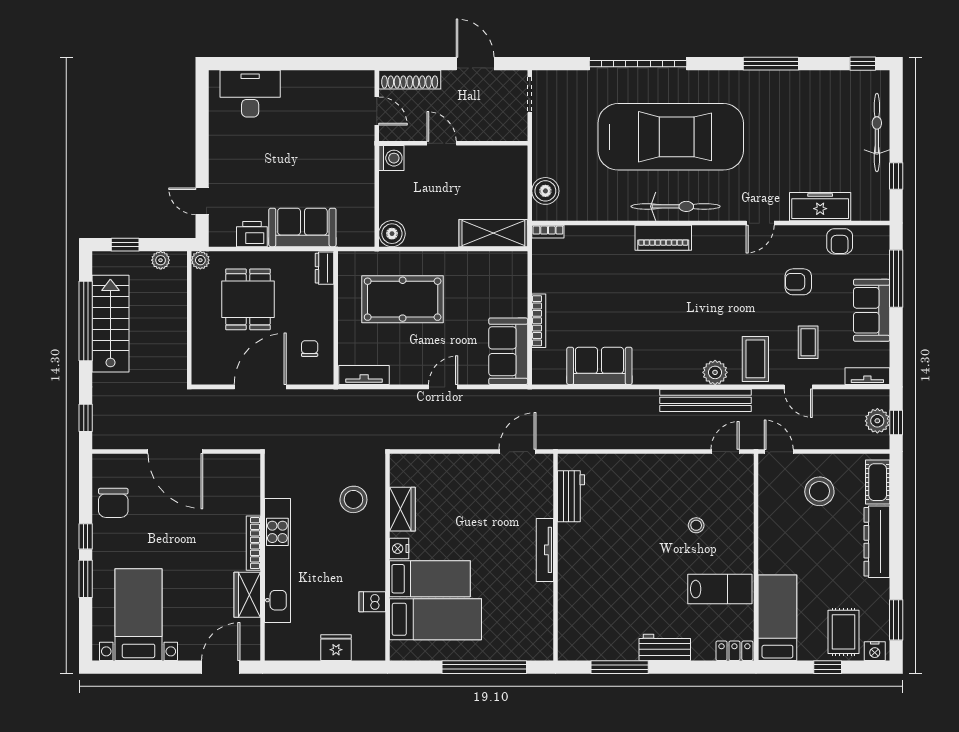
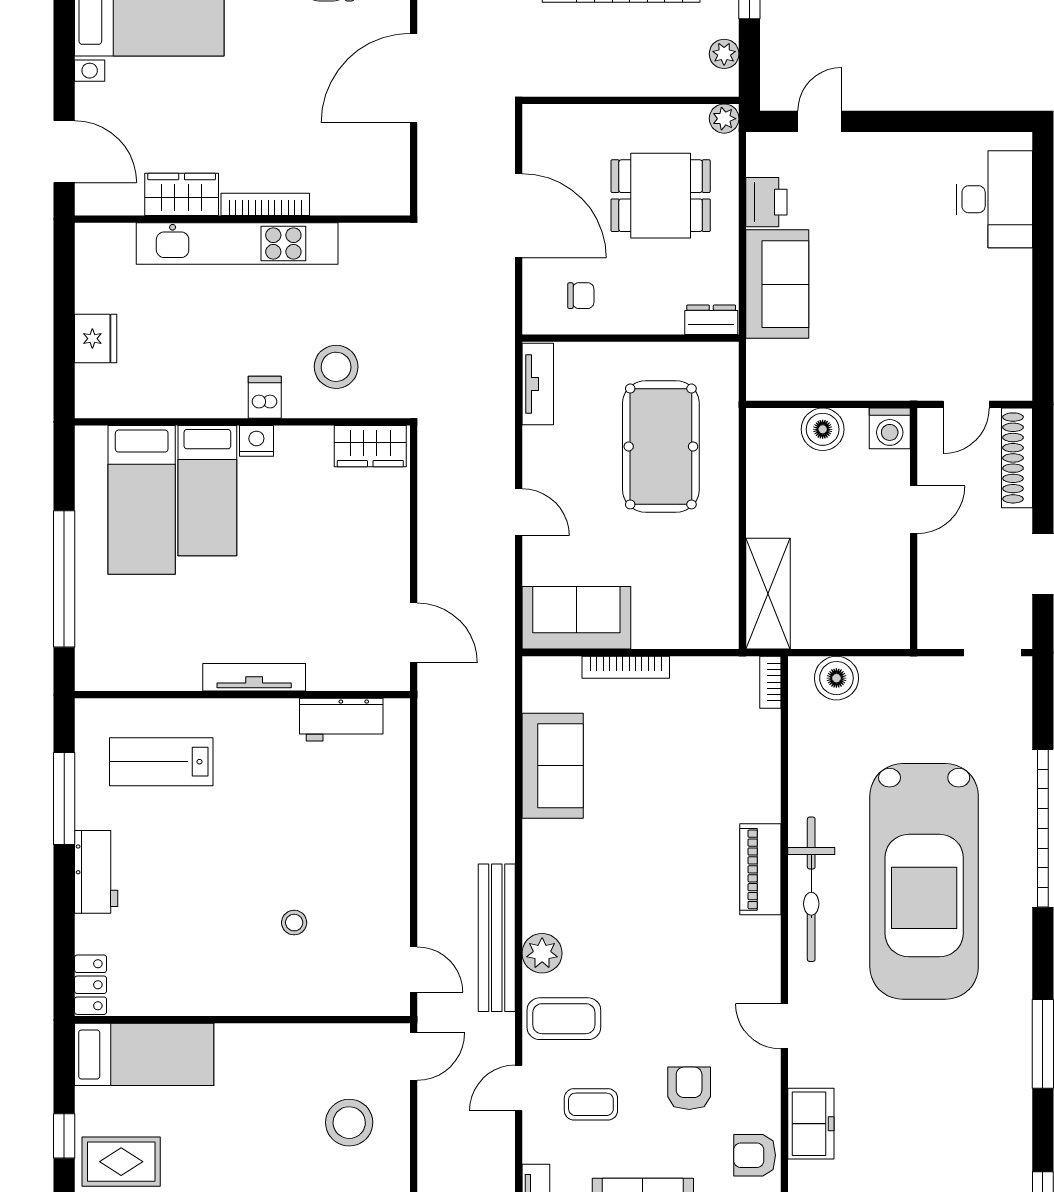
freezer: (820, 207) -> (811, 1124), width x0.71
boiler: (392, 234) -> (823, 429), moved
wardrobe: (402, 509) -> (370, 446), moved
lab bench: (720, 589) -> (161, 762), moved, turned 90
dishwasher: (372, 602) -> (265, 397), moved

